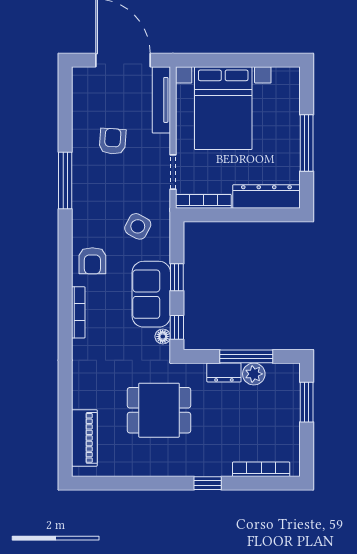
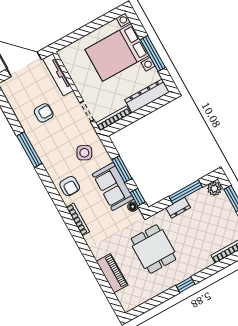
bed with nightstands: (223, 108) -> (117, 52), moved, turned 90
armchair: (113, 141) -> (44, 113), turned 86
window: (177, 277) -> (122, 169), width x1.50
plant: (254, 374) -> (214, 189), moved
dining table: (159, 410) -> (153, 249), turned 90
piano: (84, 438) -> (112, 273), moved
window: (208, 483) -> (185, 285), moved

